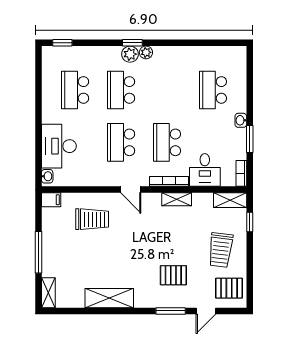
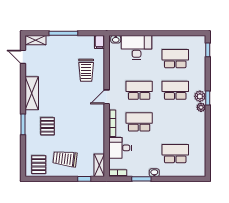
shelving: (177, 199) -> (100, 129), removed
shelving: (109, 298) -> (32, 93), moved
door: (206, 311) -> (23, 57), moved

